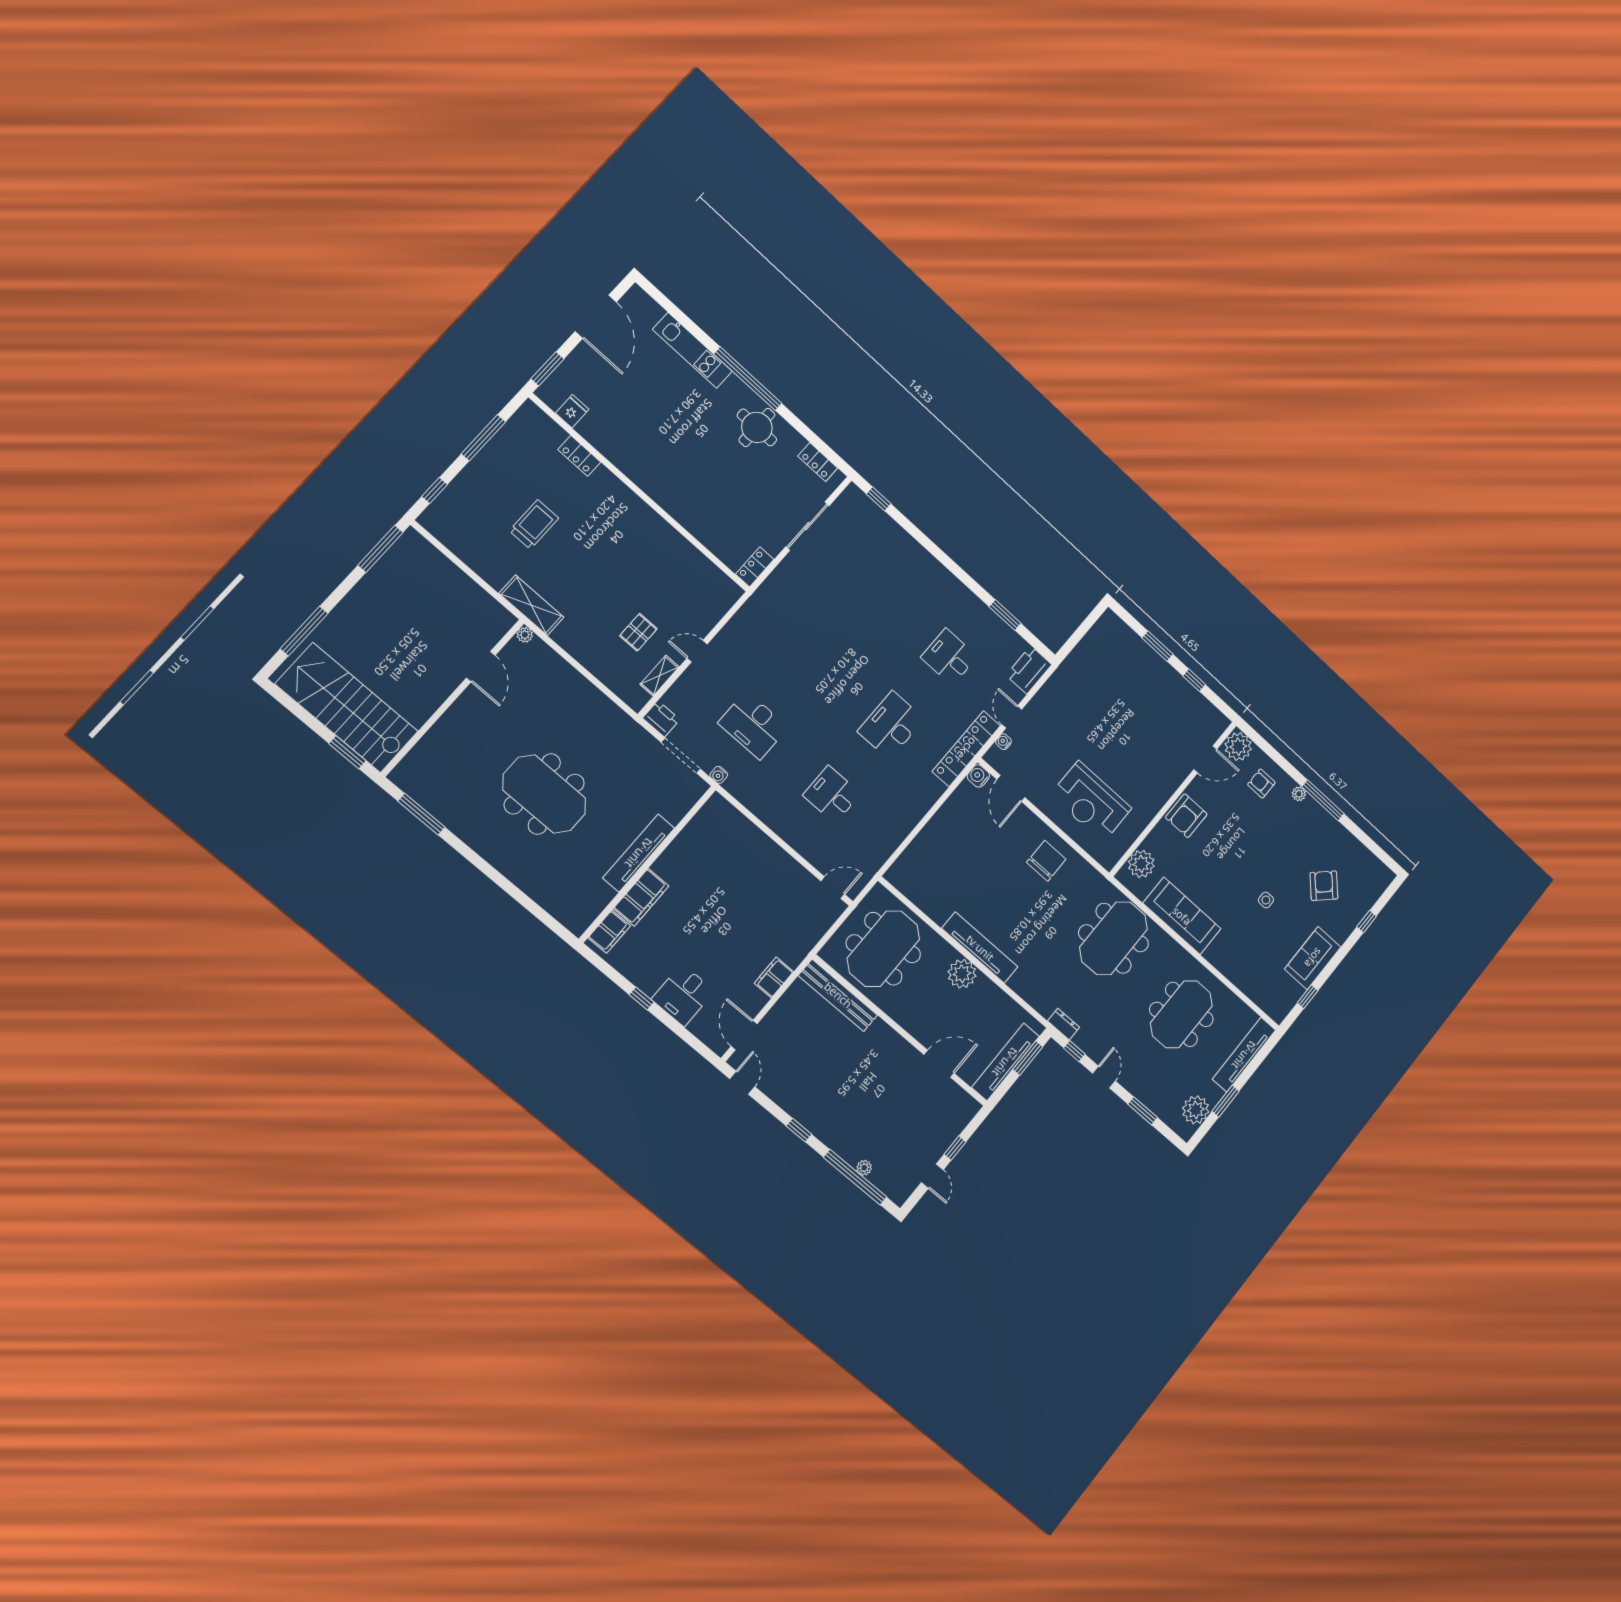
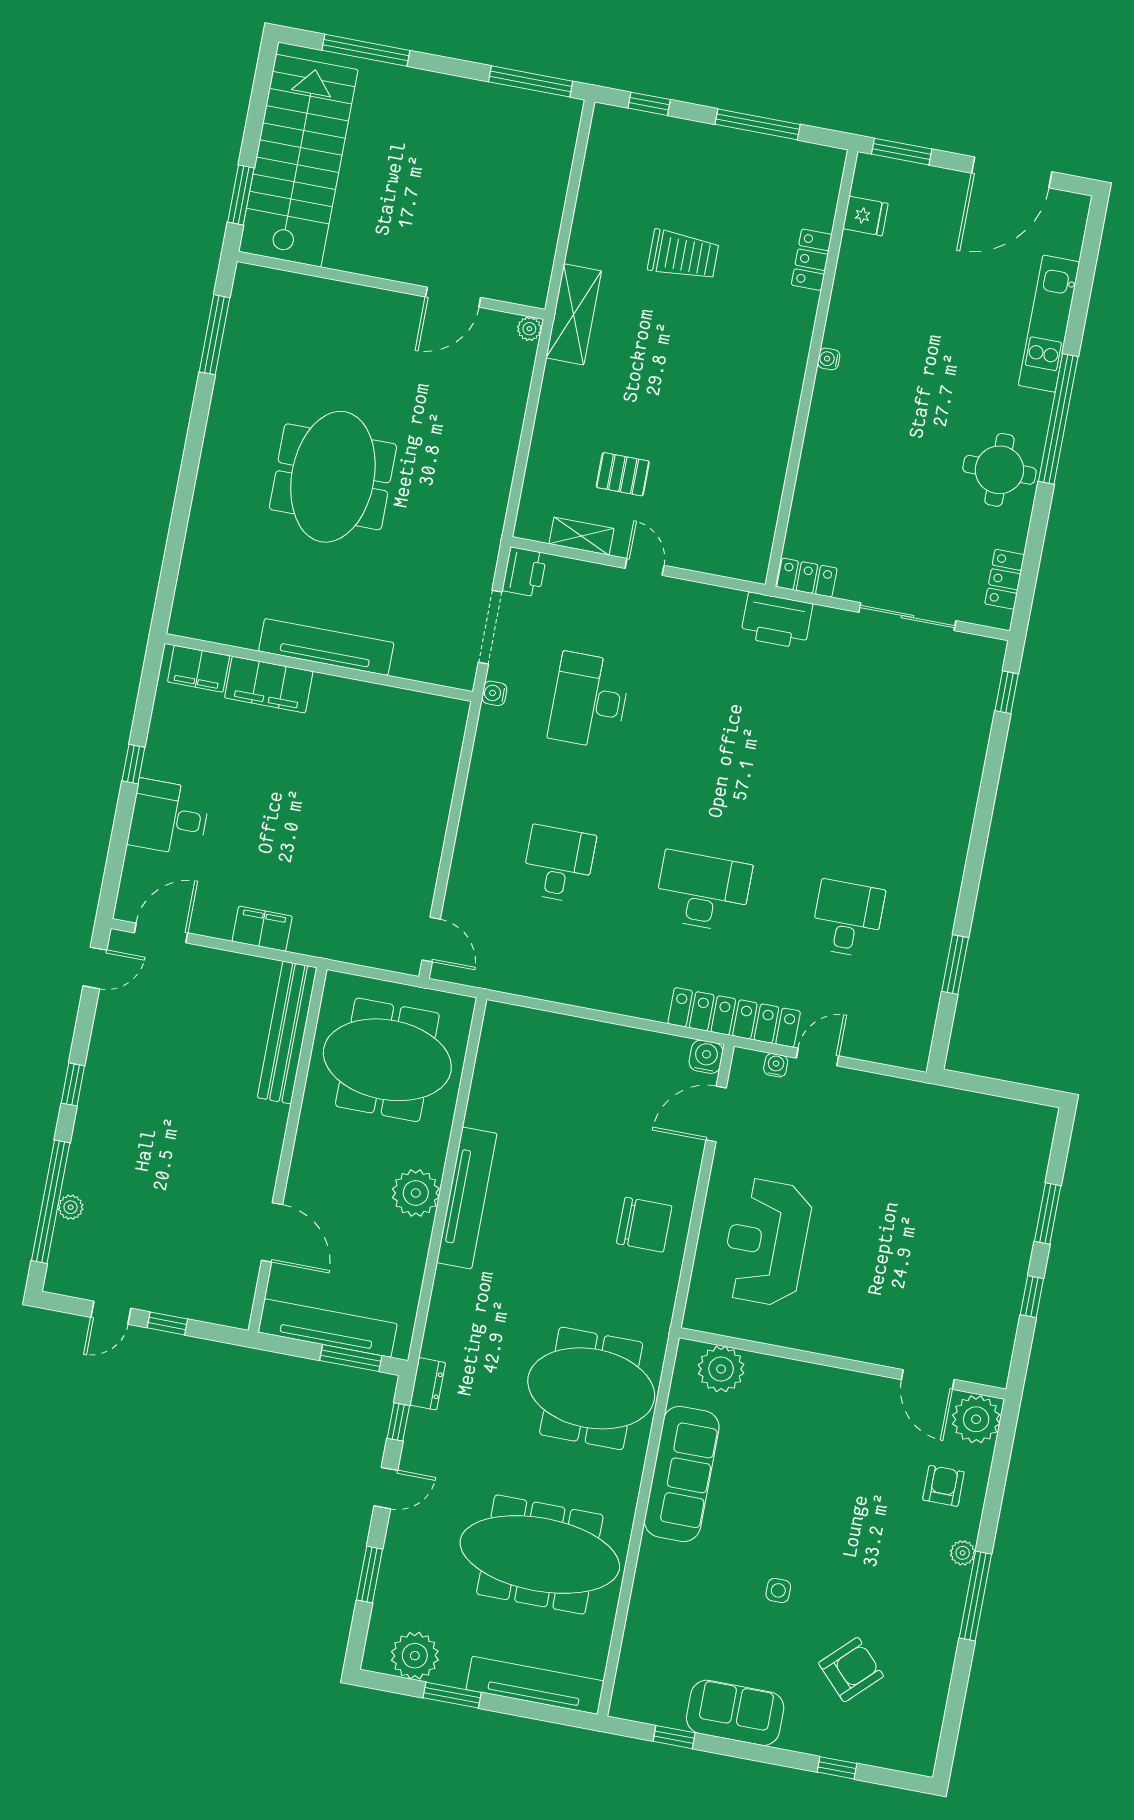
water cooler: (641, 481) -> (829, 359), added
printer: (1029, 670) -> (777, 621), moved, turned 180
armchair: (1186, 816) -> (830, 1397), removed
meeting table: (1181, 1014) -> (540, 1555), width x1.36

